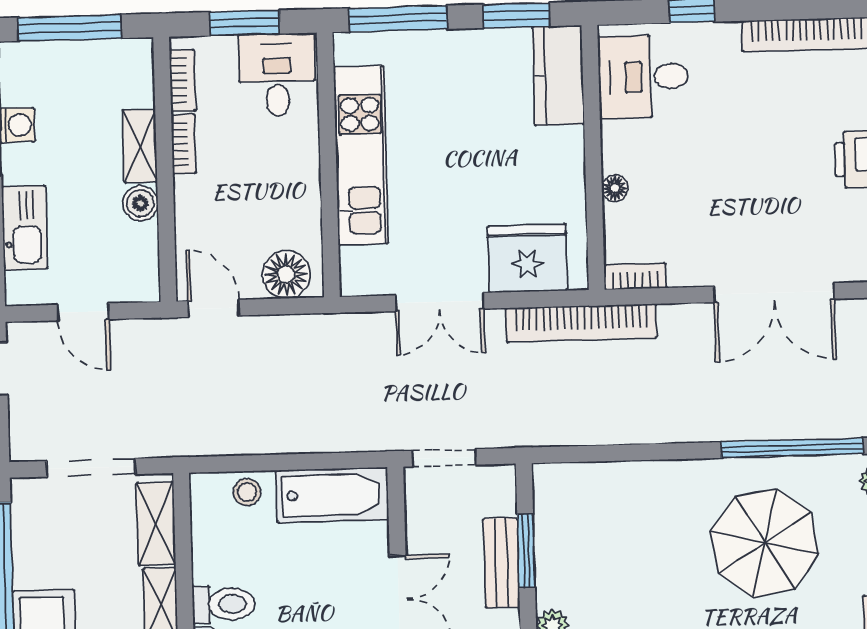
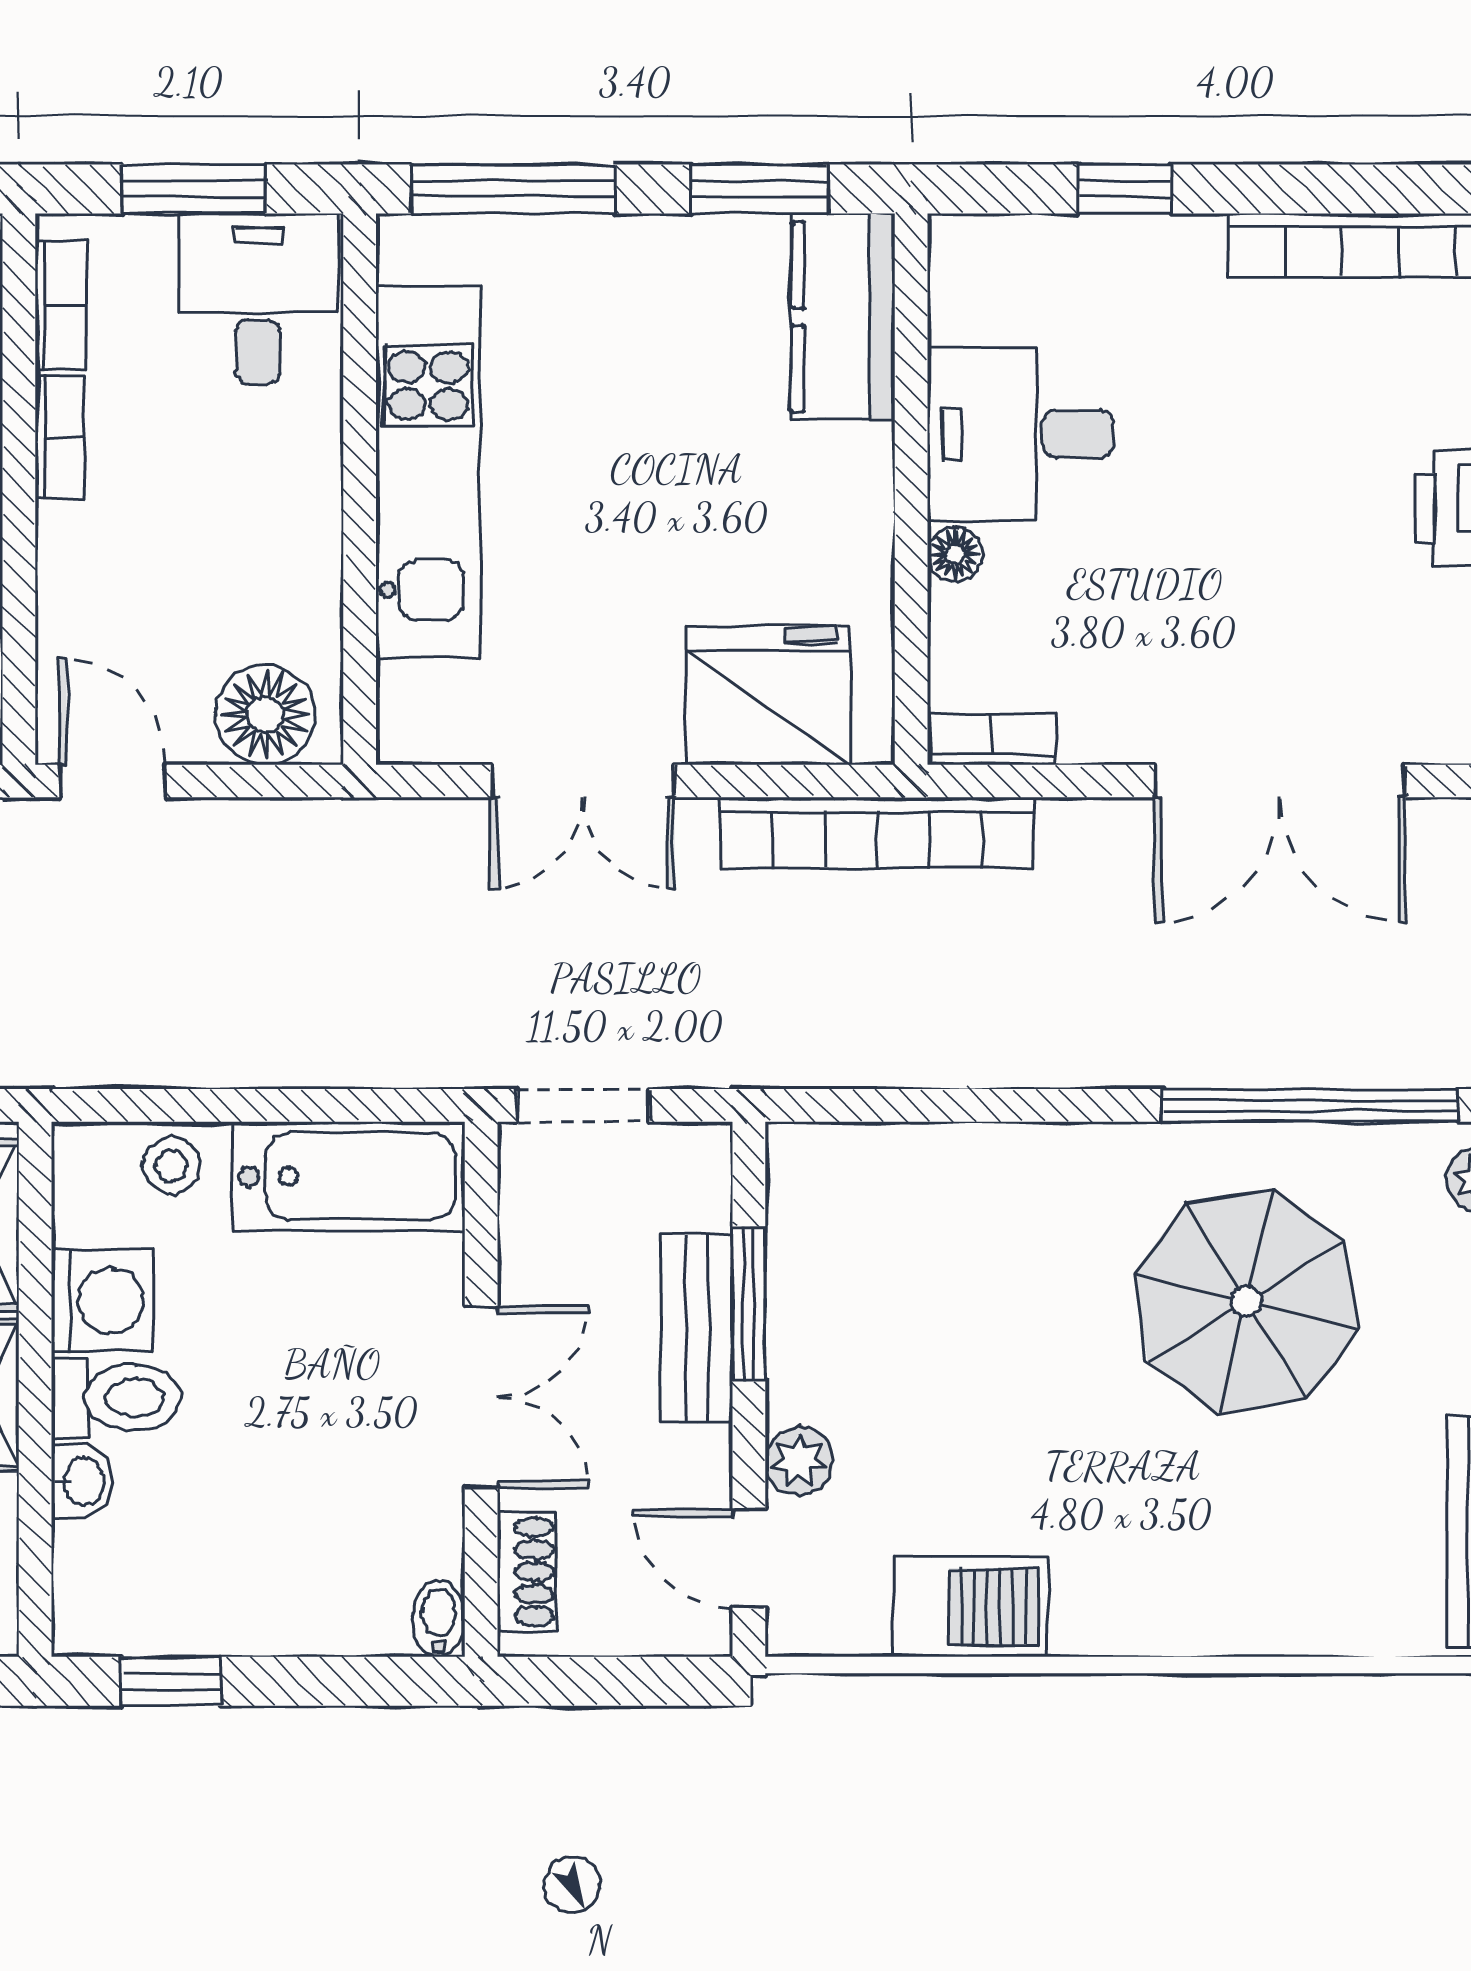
desk: (643, 77) -> (1020, 434), moved
washing machine: (216, 558) -> (102, 1301), added

